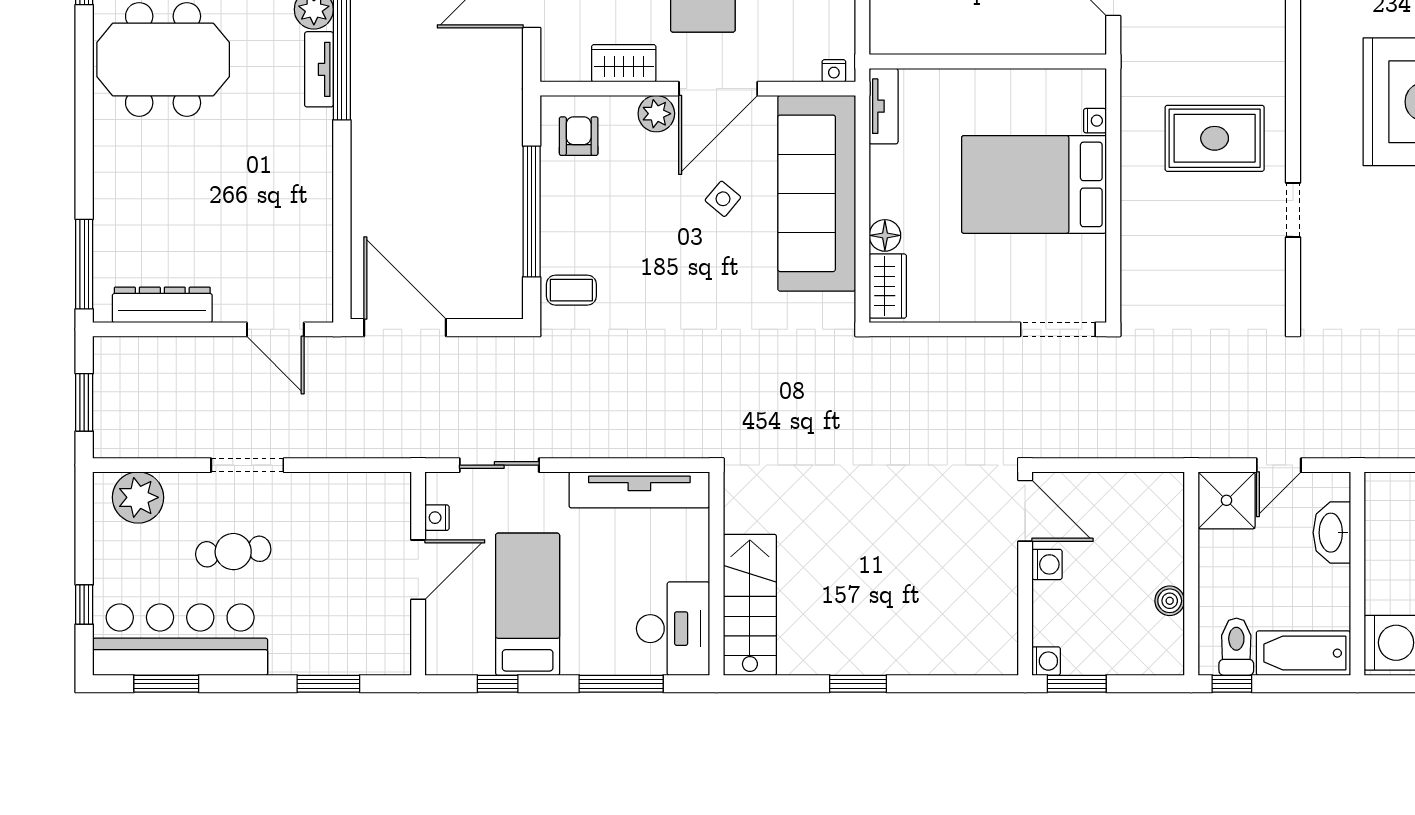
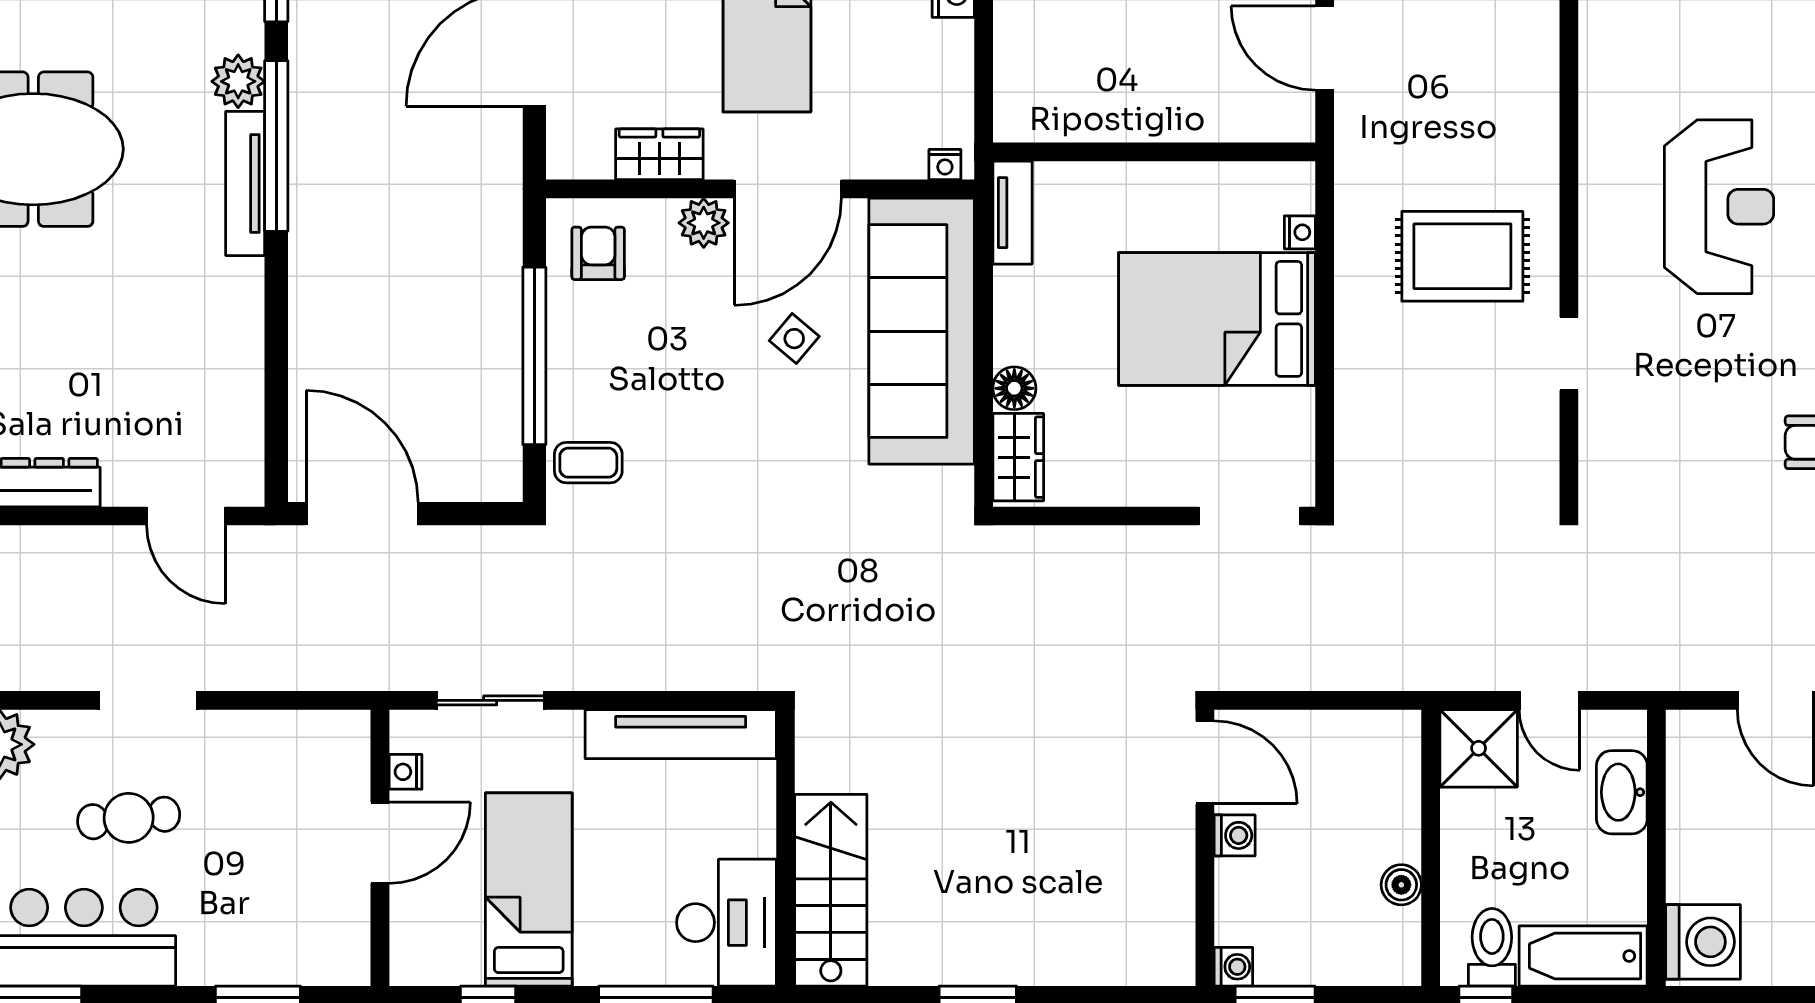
tv unit: (319, 69) -> (245, 184), width x1.41
door: (1279, 465) -> (1550, 700), hinge flipped

